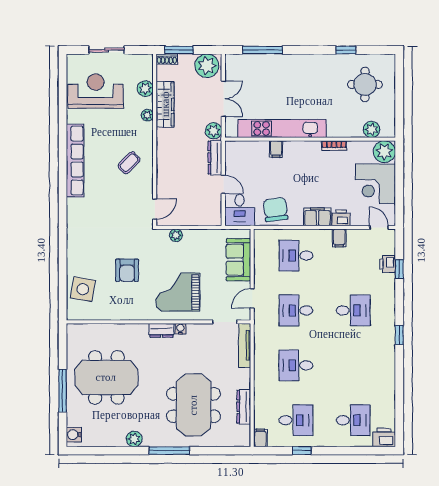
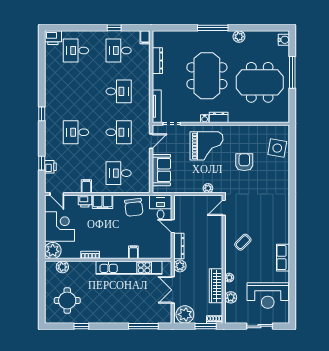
row of seats: (75, 161) -> (283, 258), width x0.50
desk: (296, 256) -> (119, 173), turned 180
meeting table: (193, 405) -> (207, 76), moved

